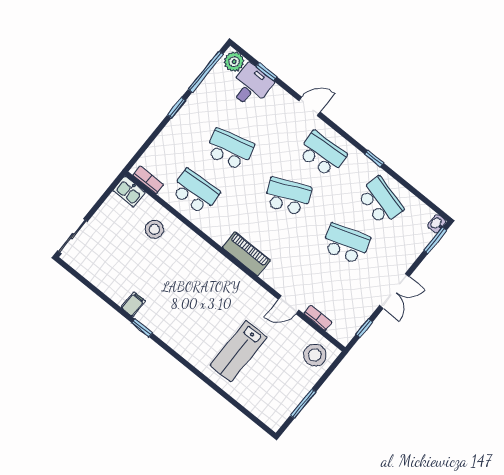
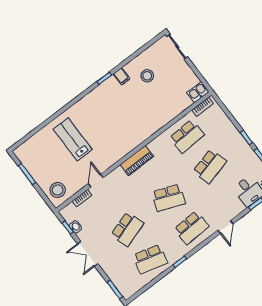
school desk: (288, 196) -> (169, 198), turned 45
washbasin: (437, 224) -> (75, 227), moved
stool: (154, 229) -> (147, 76), moved

